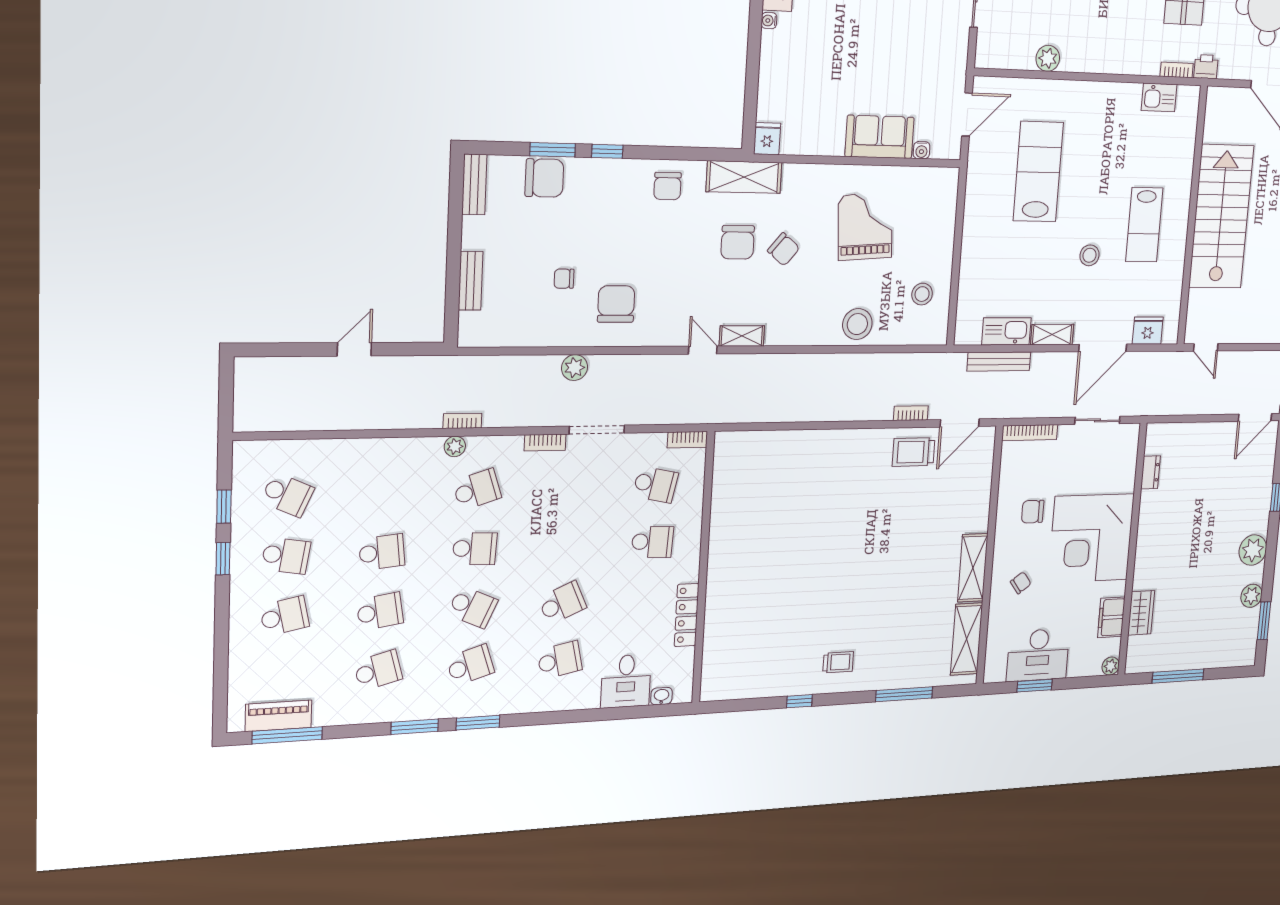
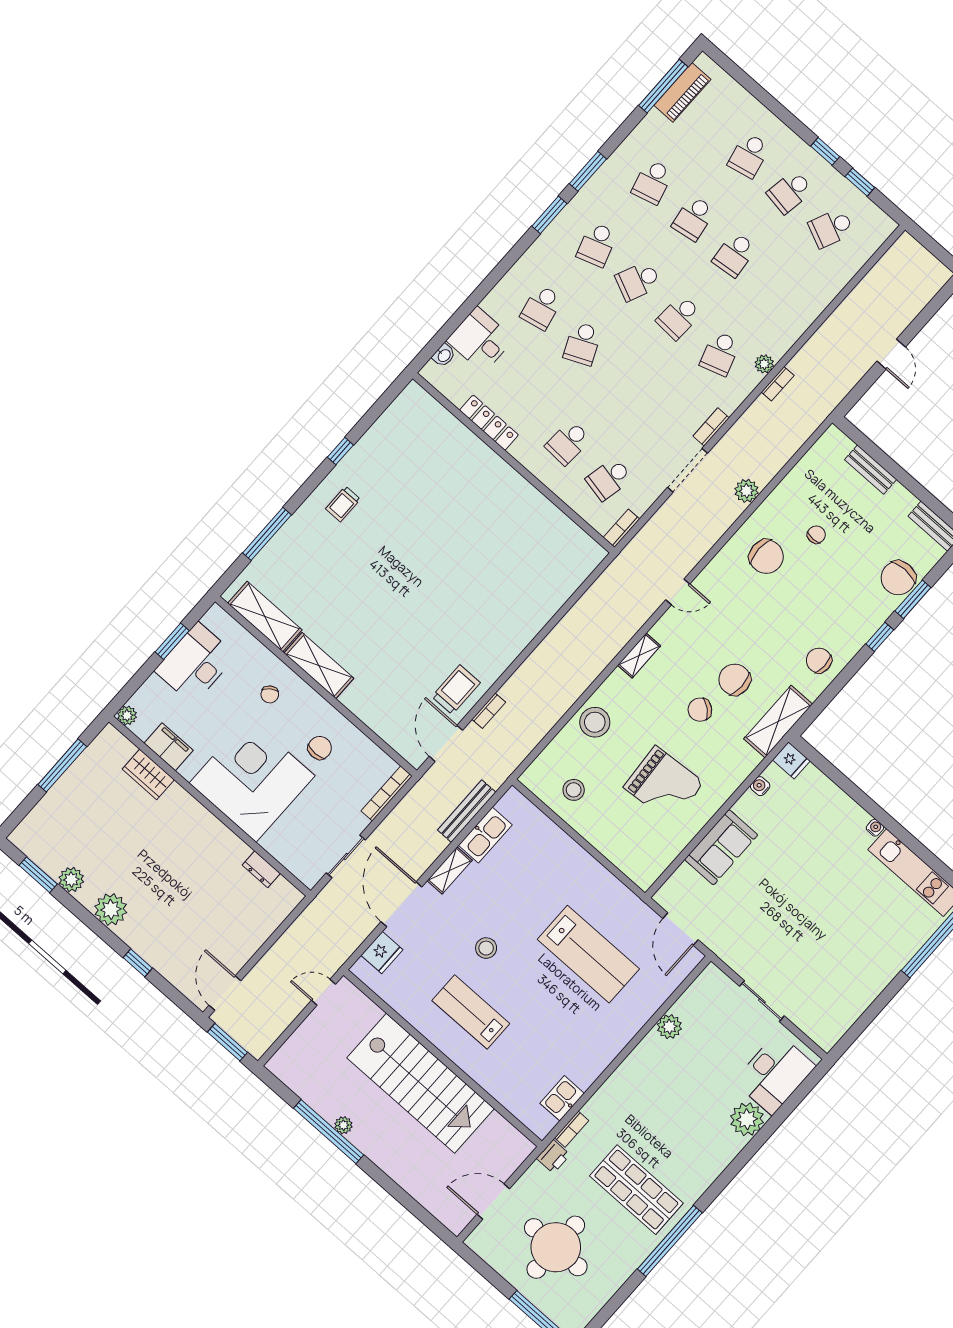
water cooler: (922, 150) -> (760, 786), moved
shelving: (742, 336) -> (639, 655), moved

